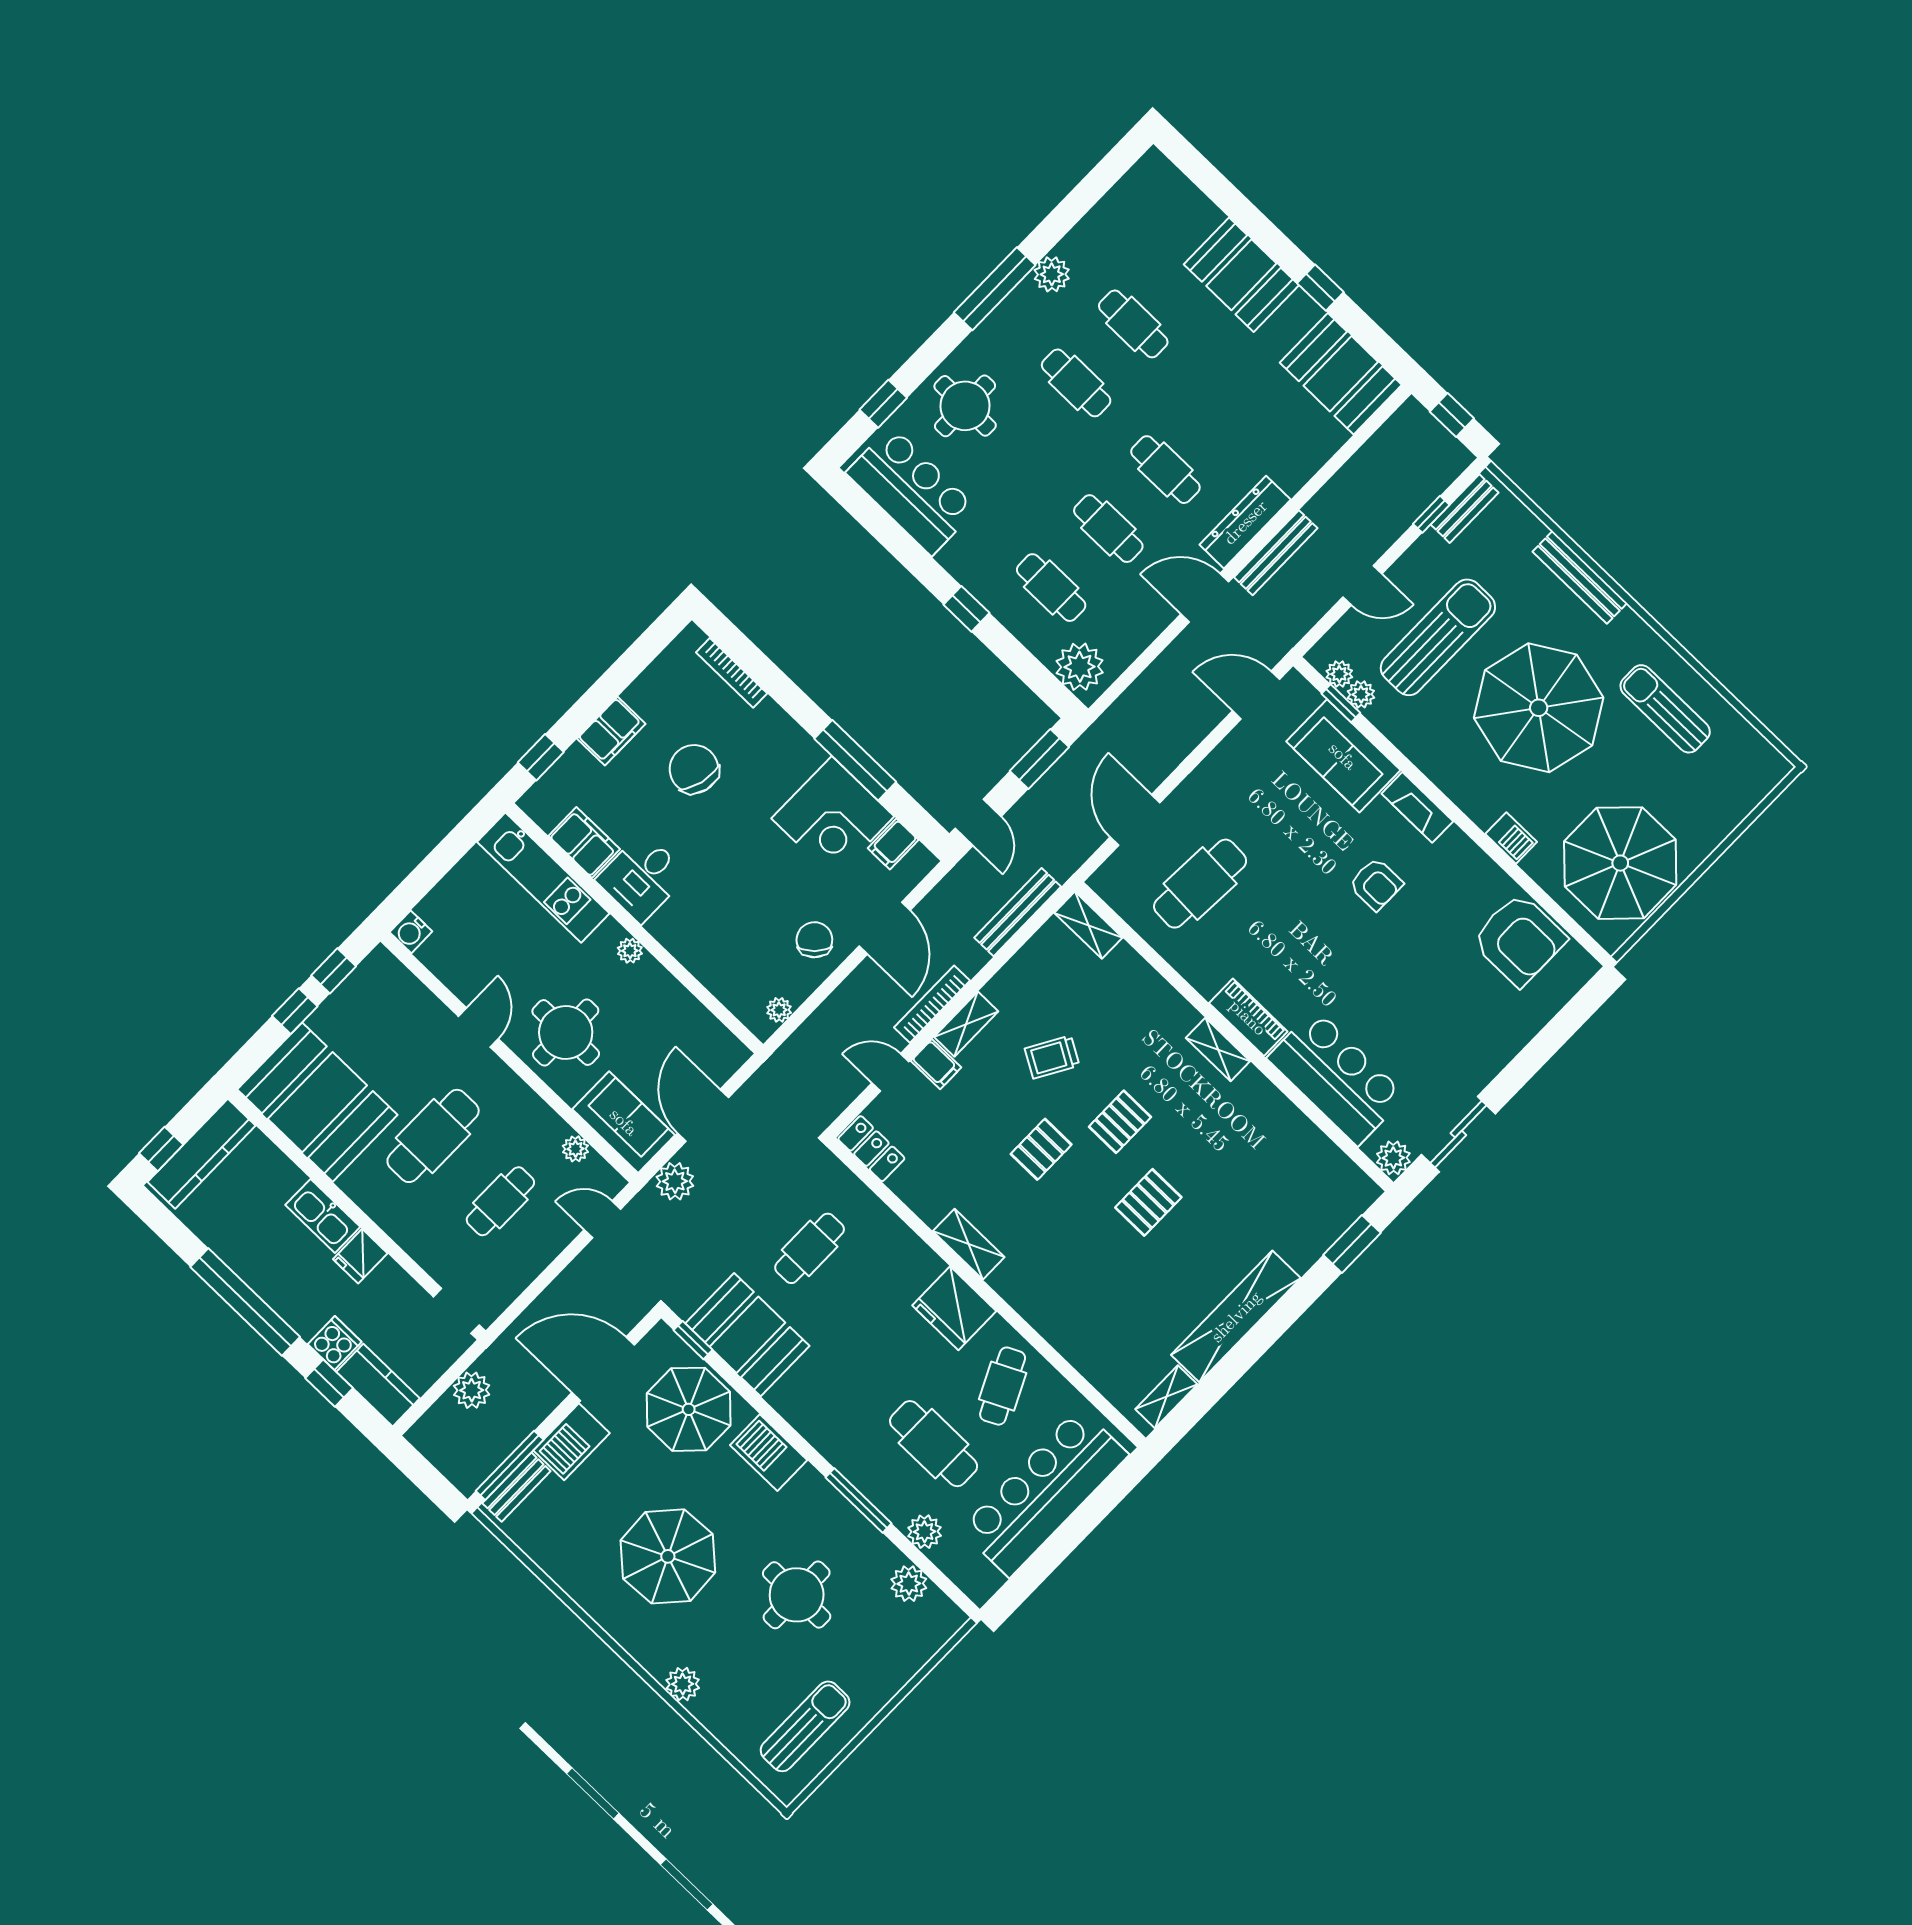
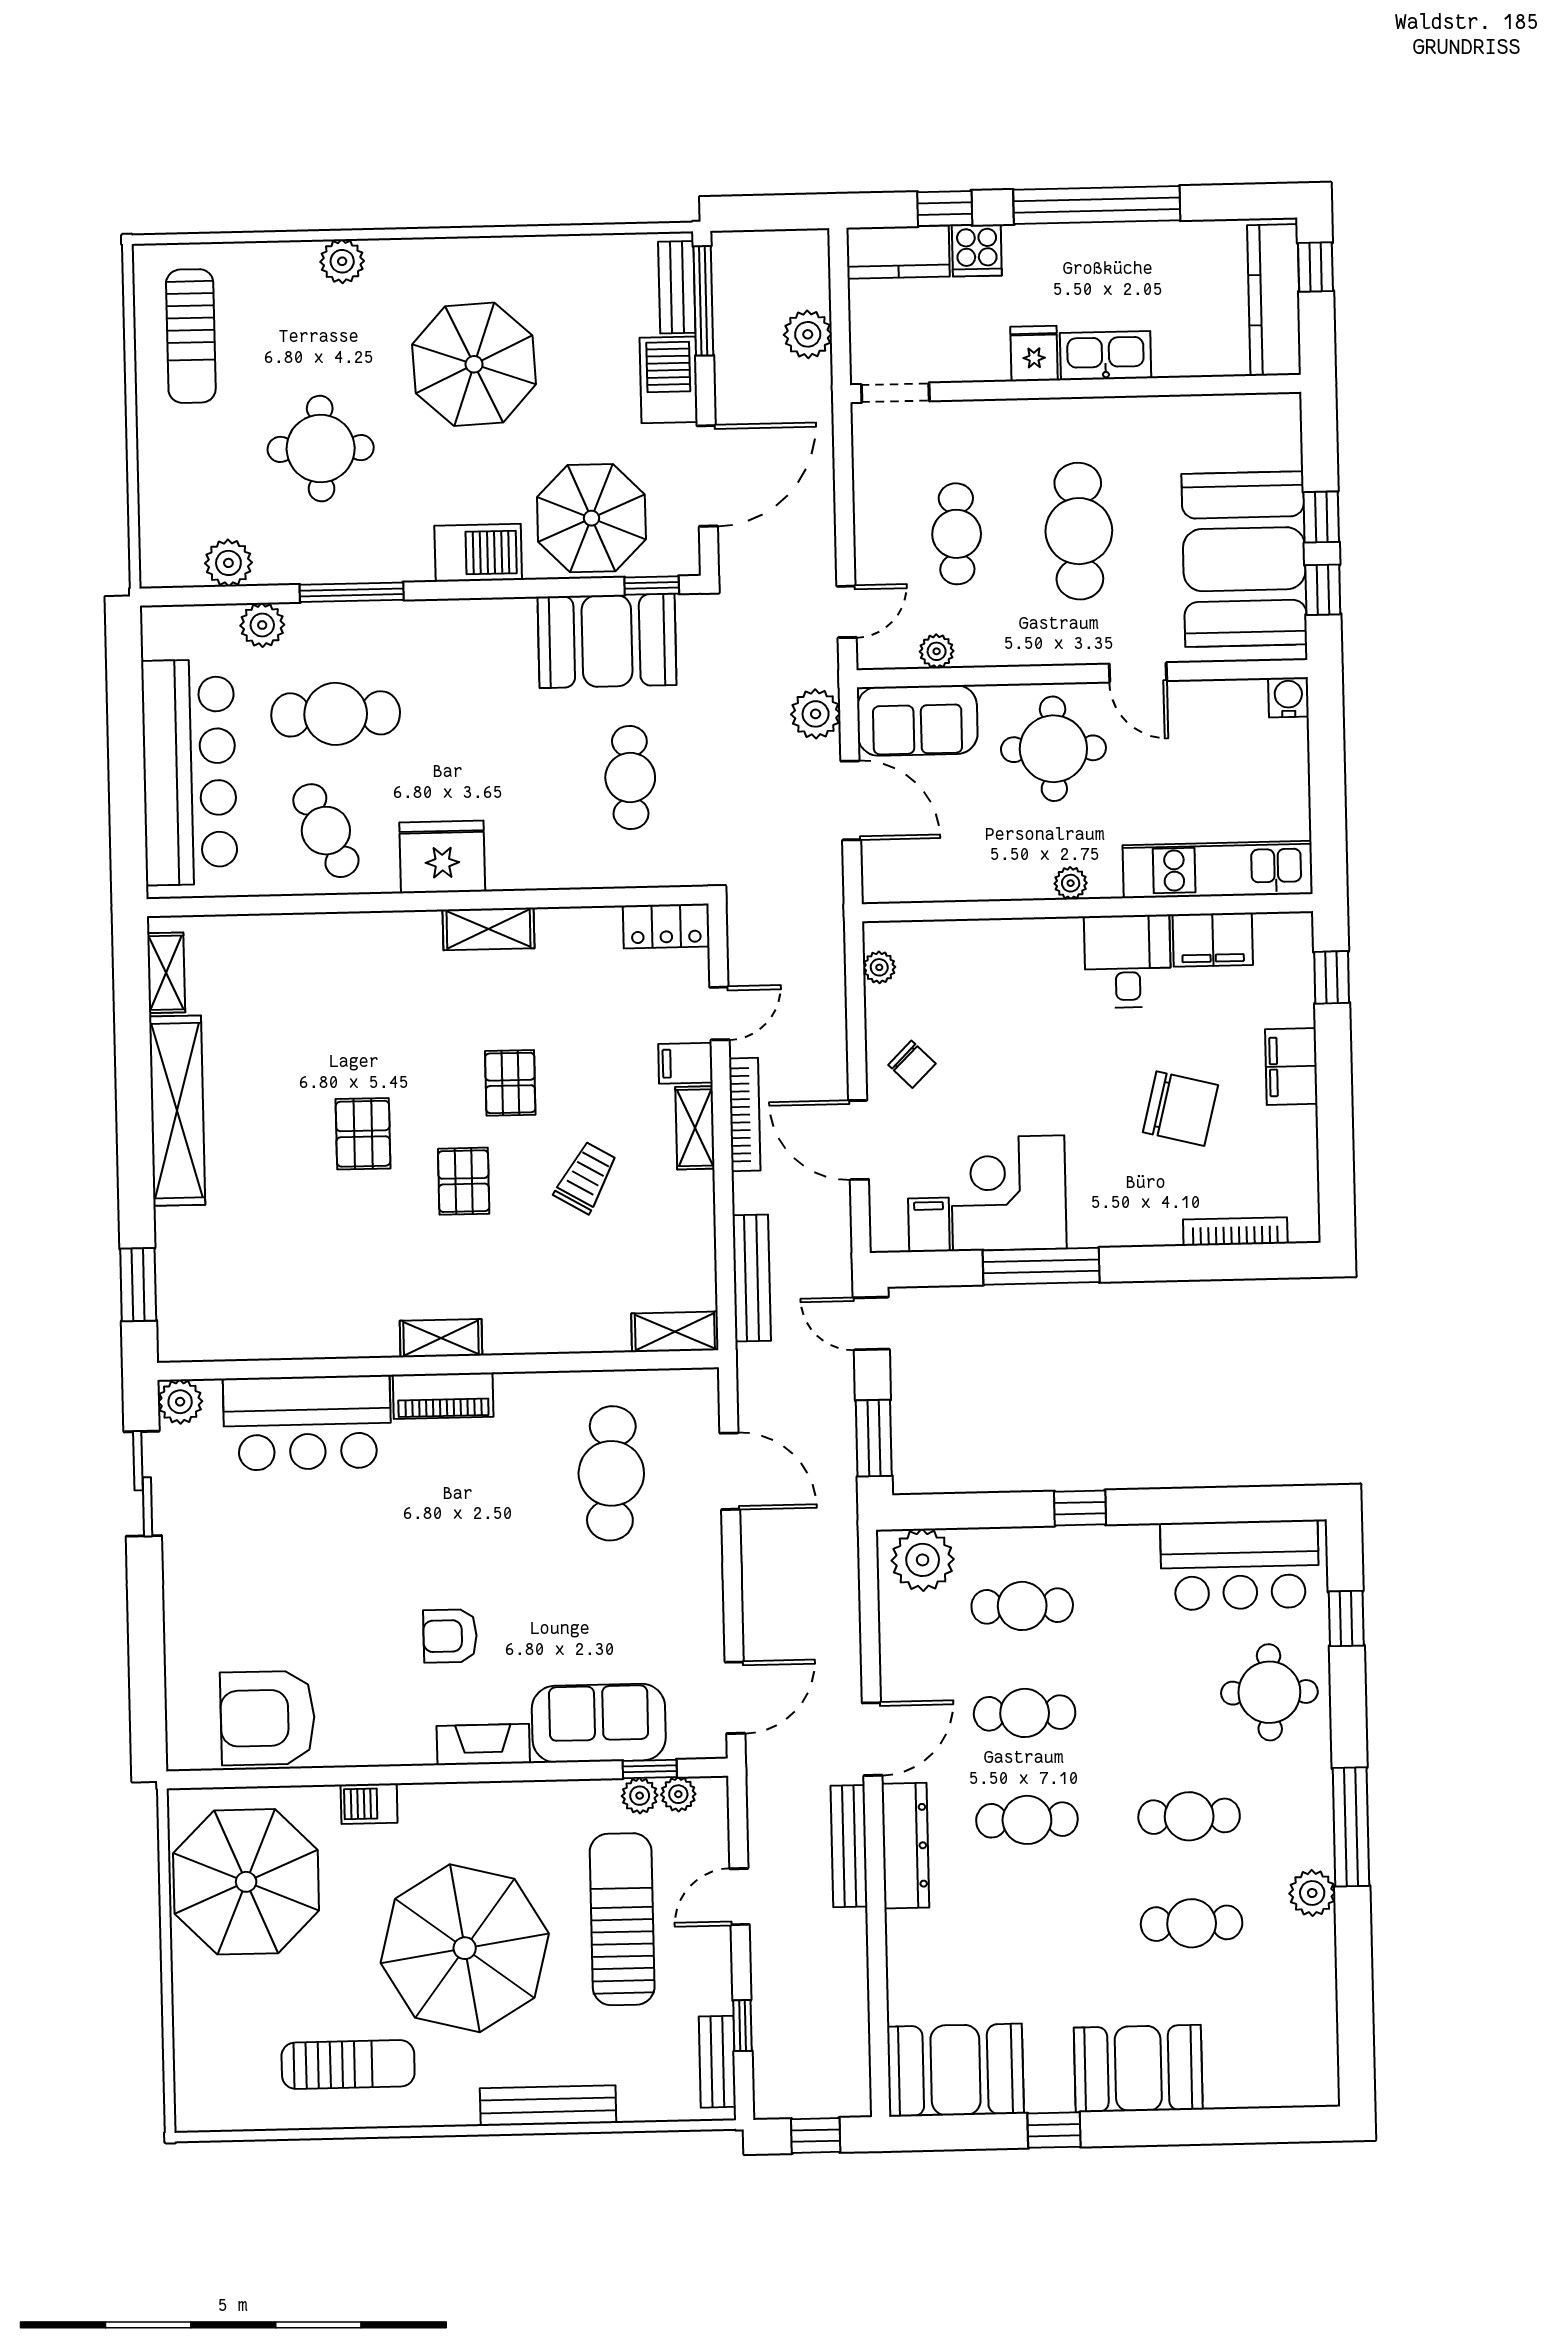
sun lounger: (1438, 637) -> (622, 1919), turned 180
chair: (814, 940) -> (912, 1064), width x0.73, depth x0.73
booth: (317, 1102) -> (1244, 559), moved, turned 90

